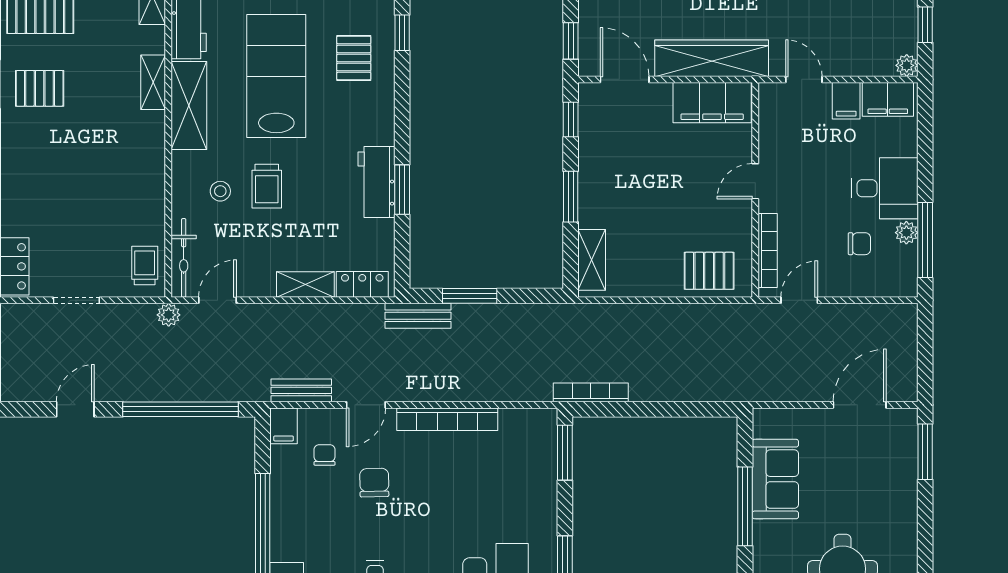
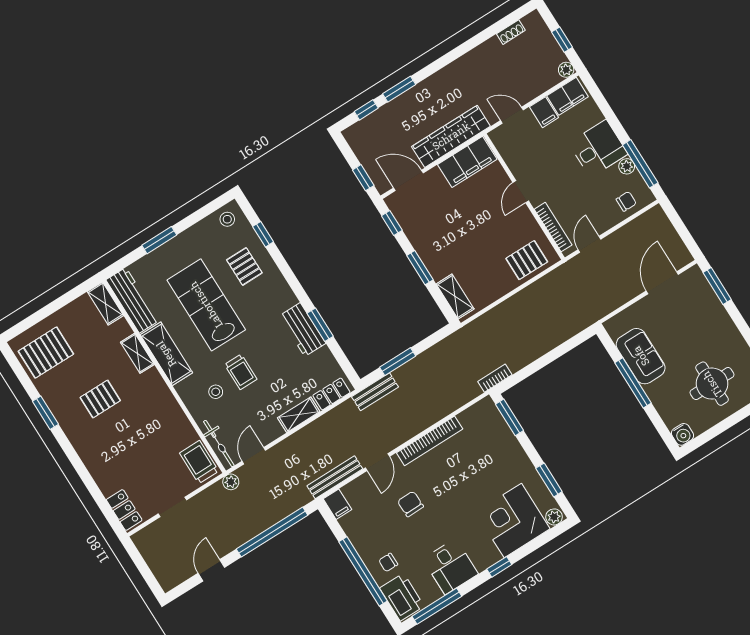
pallet: (40, 88) -> (100, 399), moved
chair: (859, 244) -> (626, 201), moved
trolley: (145, 265) -> (199, 462), width x1.36, depth x1.39
bench: (301, 390) -> (335, 477), width x1.36
bookcase: (591, 392) -> (495, 378), width x0.64
chair: (325, 455) -> (388, 562), moved, turned -90

